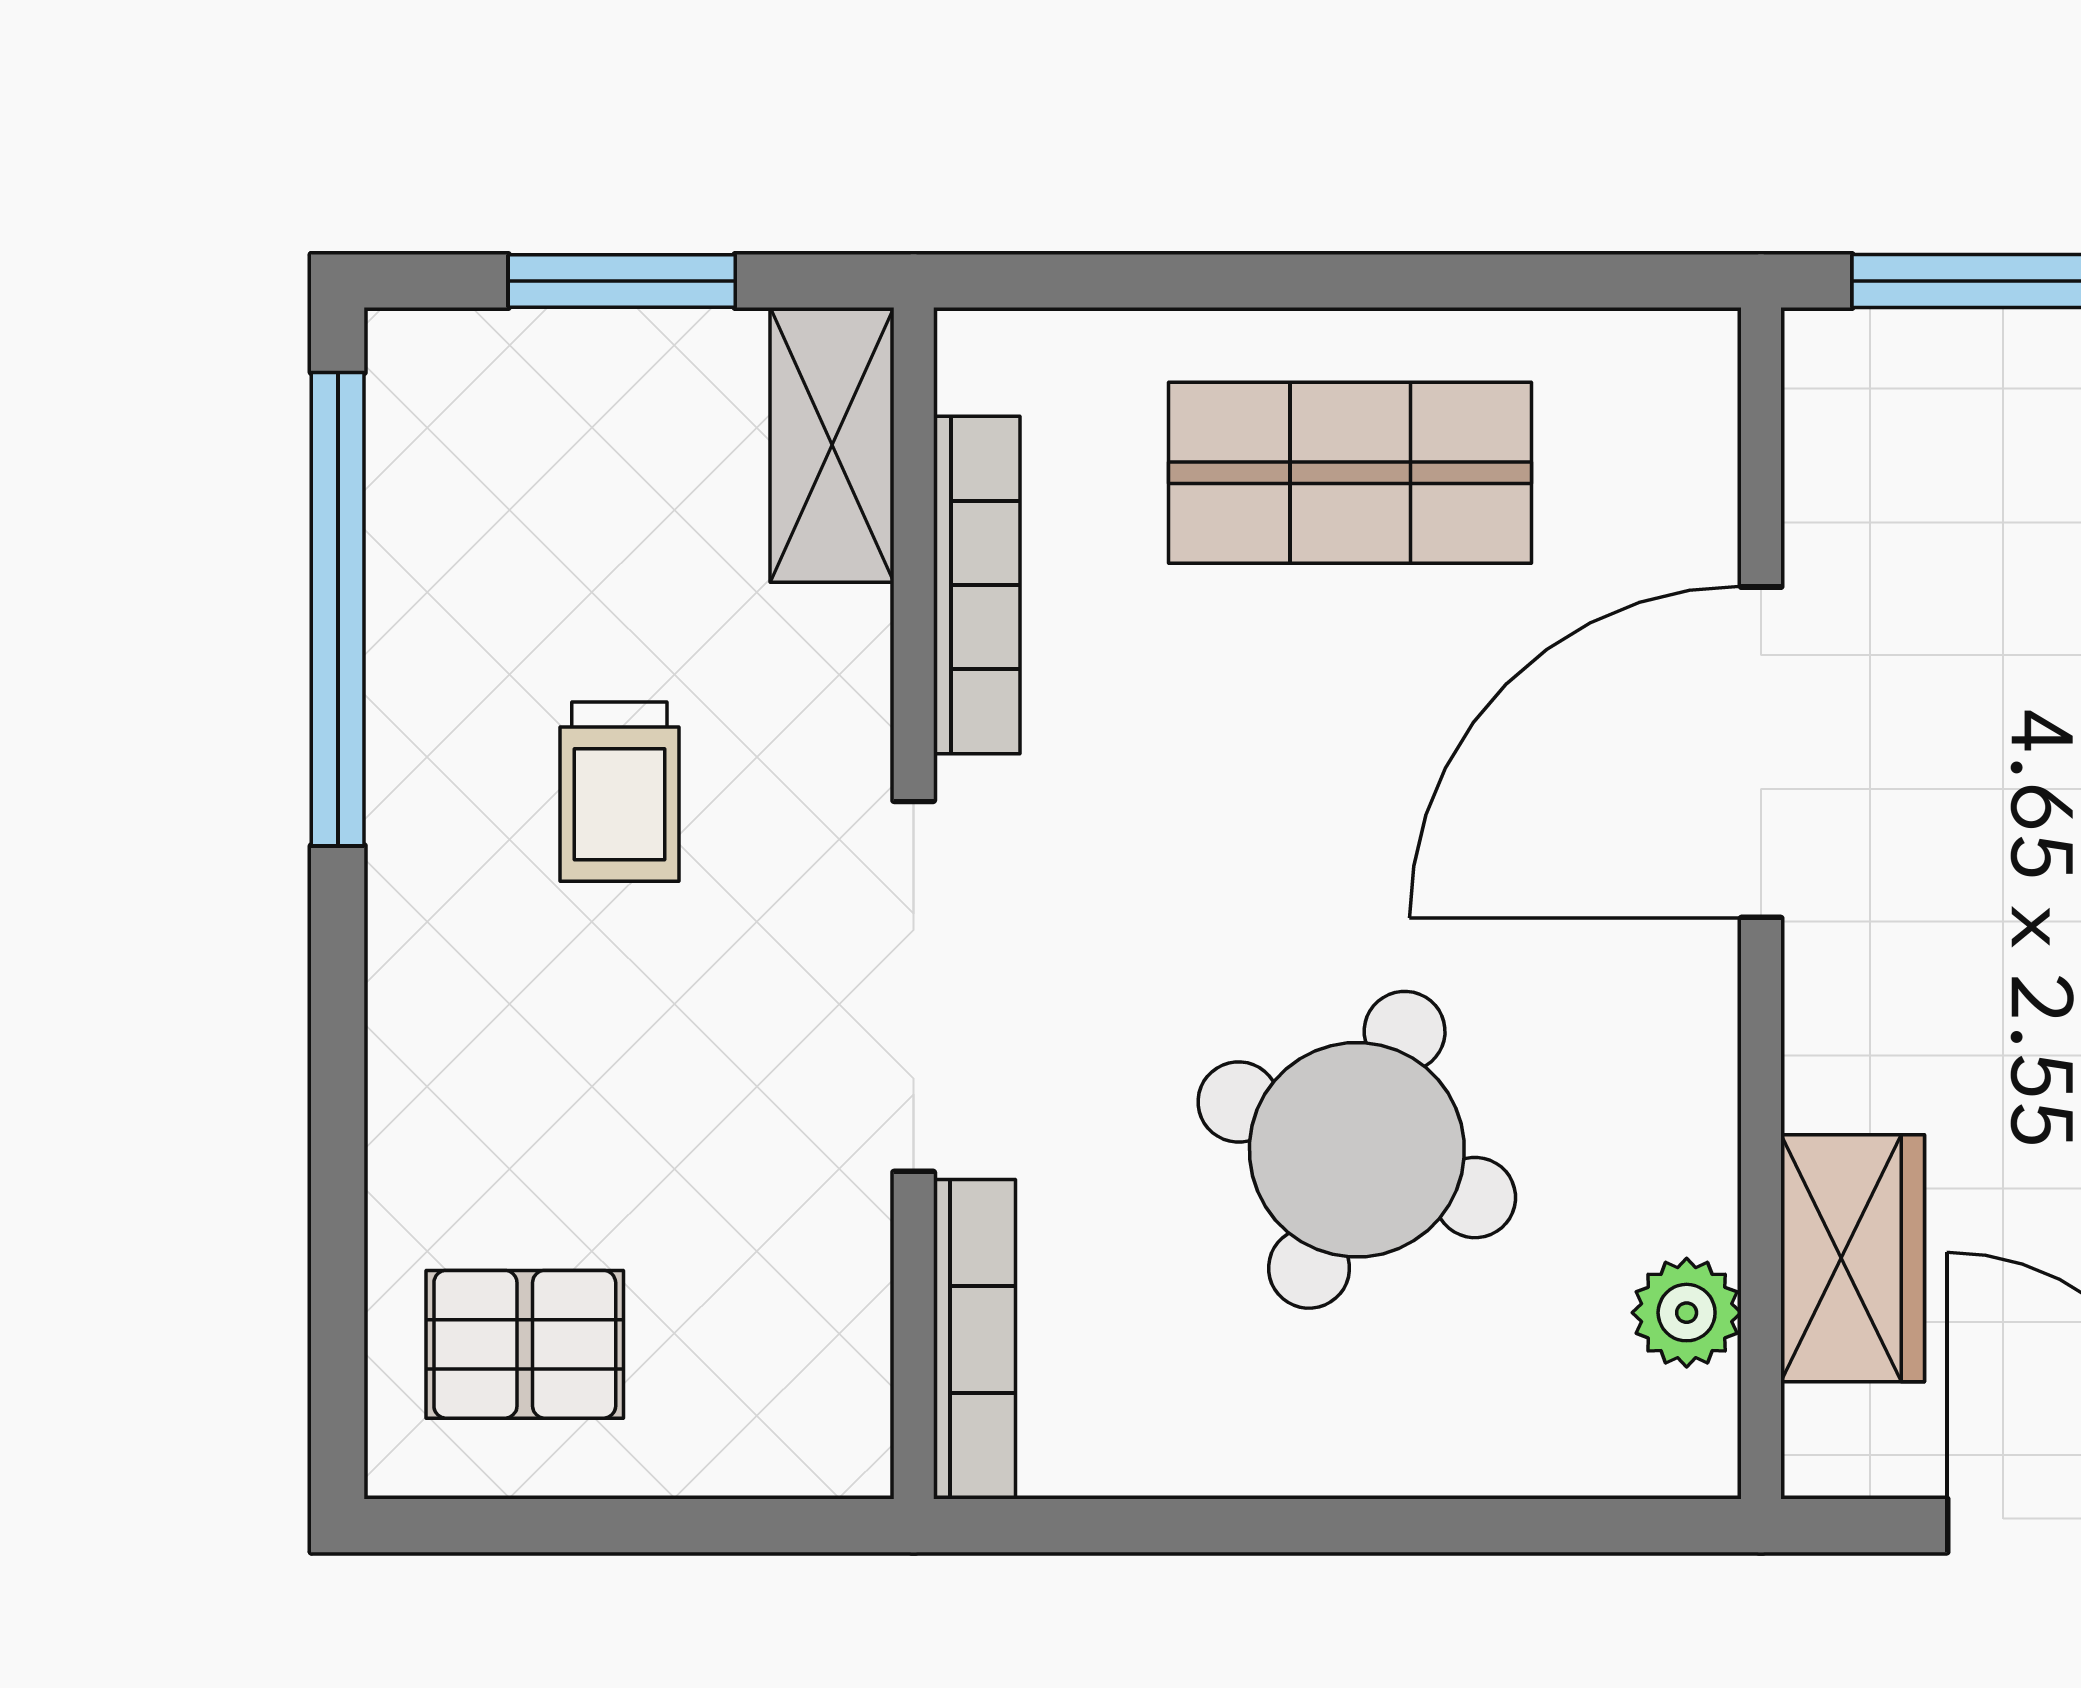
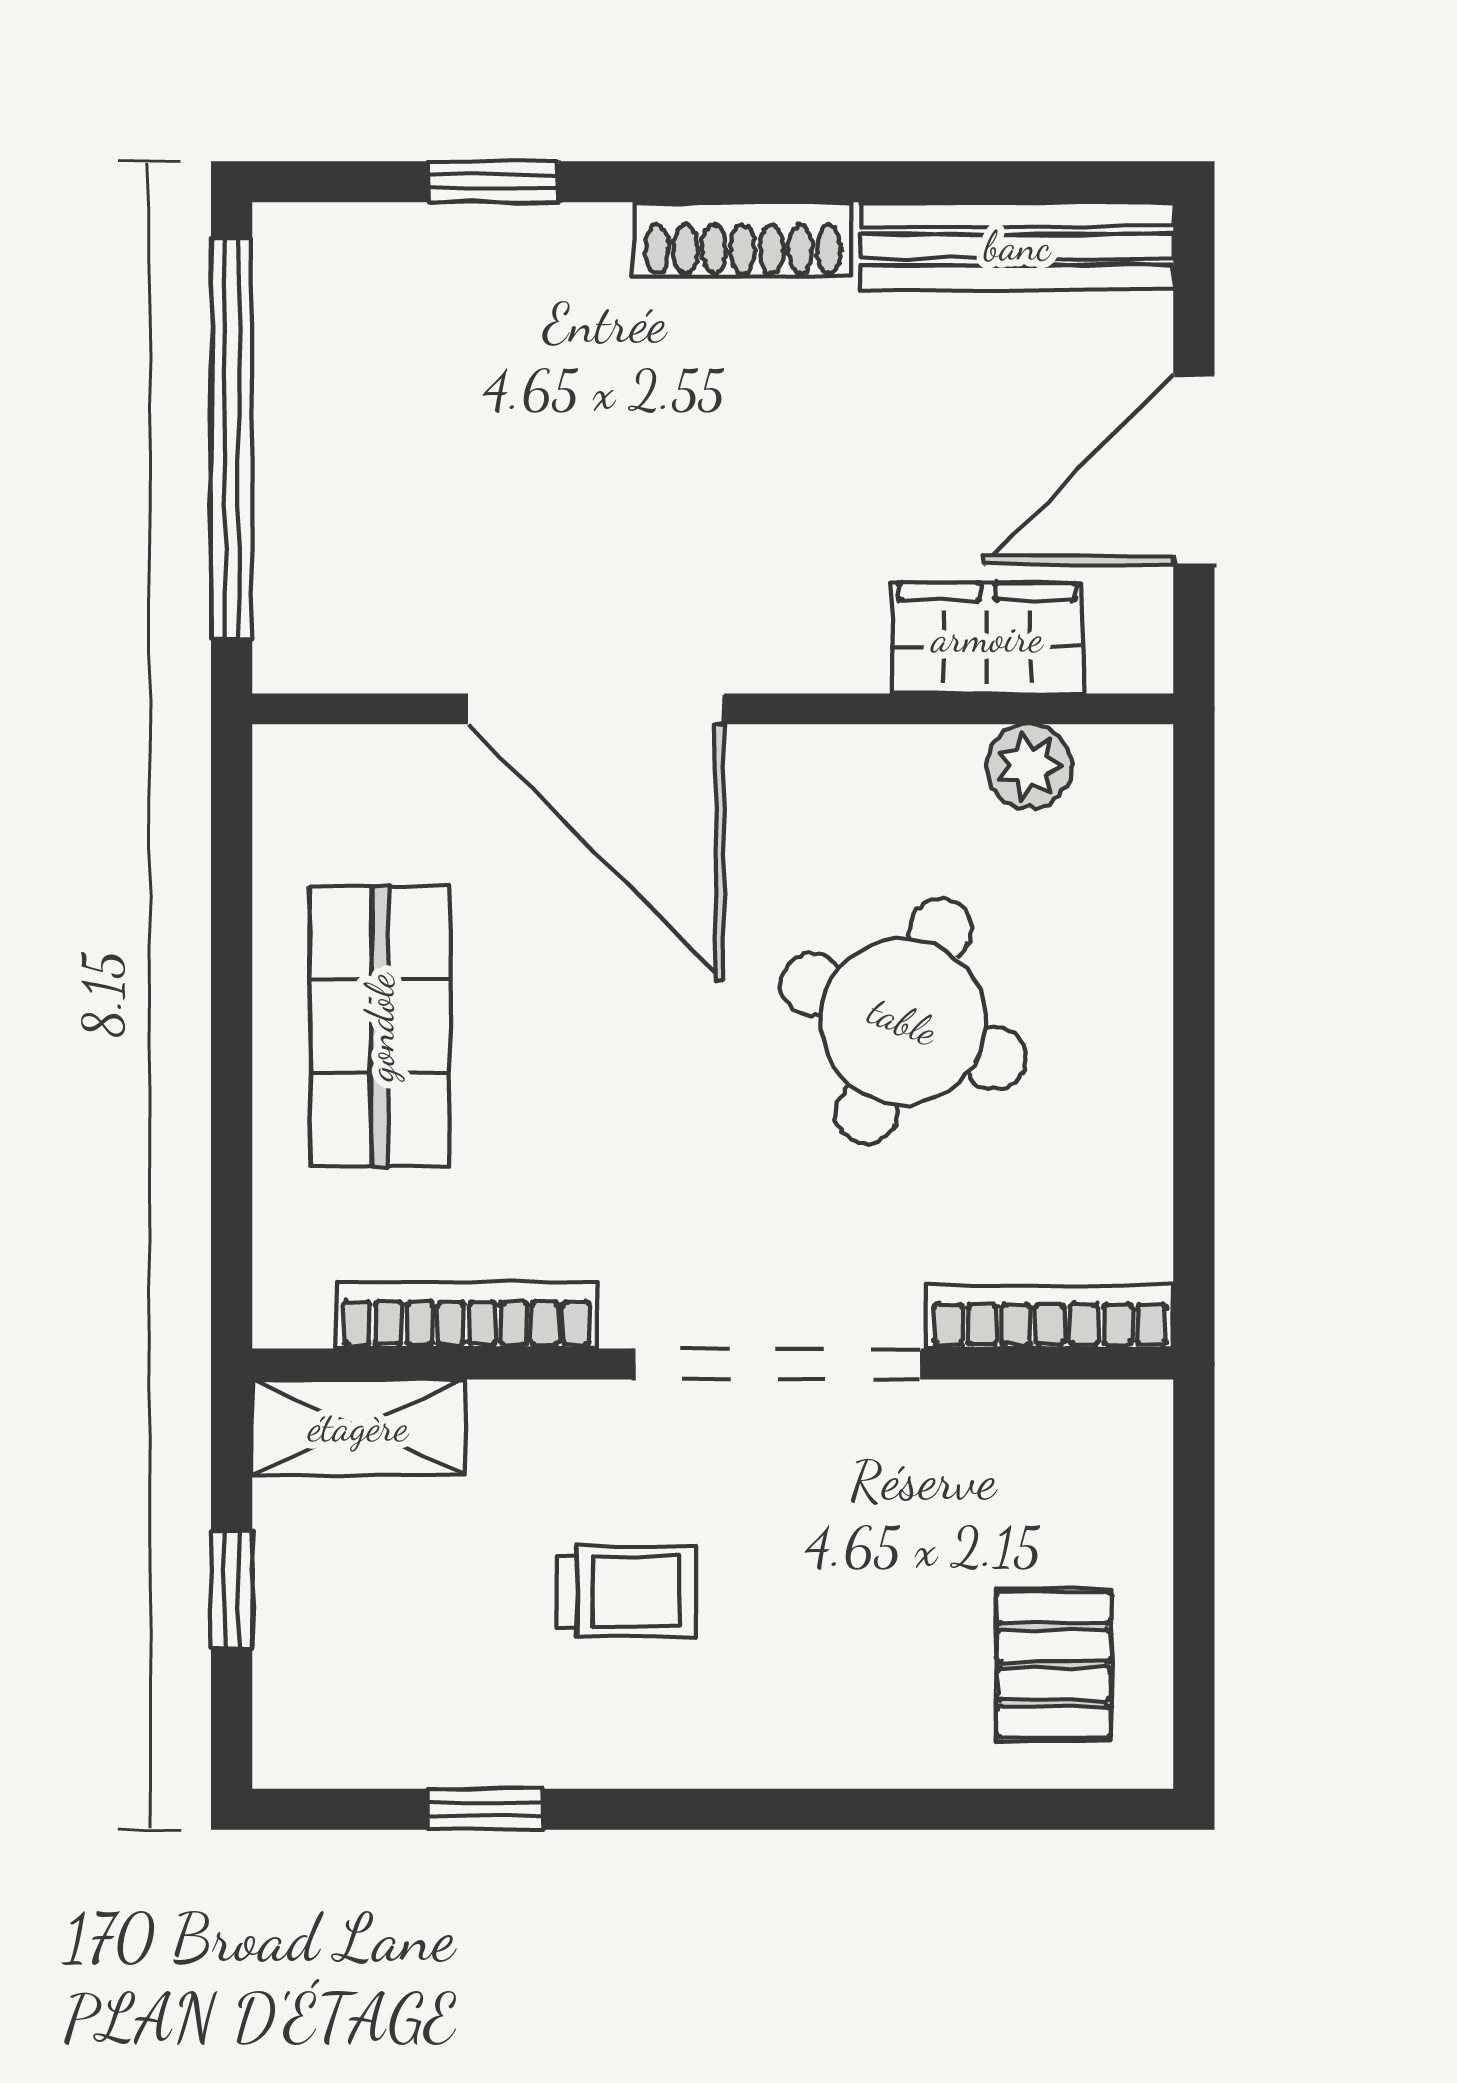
window: (622, 281) -> (232, 1590), width x0.67
window: (338, 609) -> (485, 1809), width x0.32

